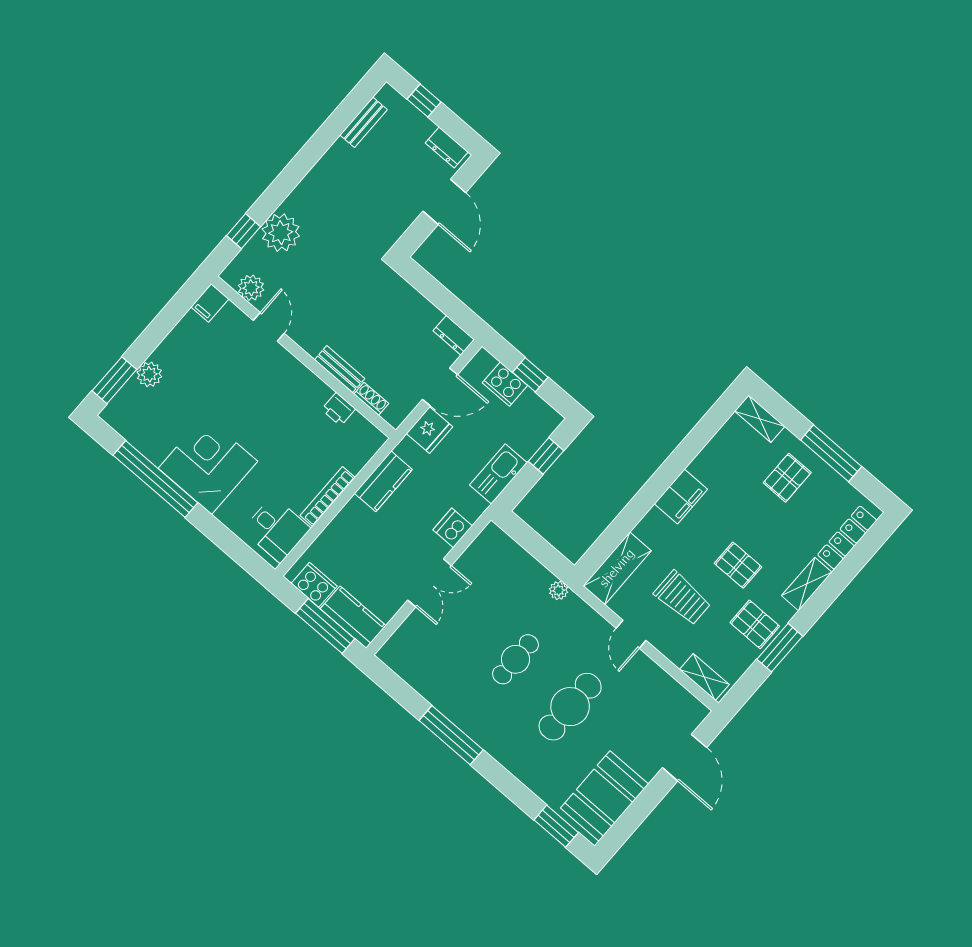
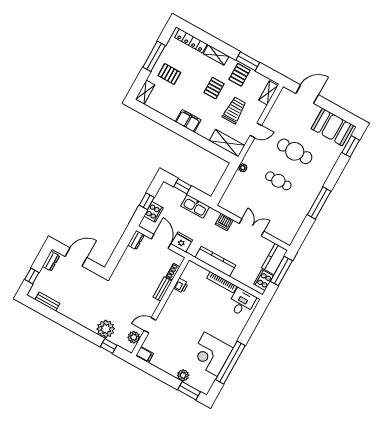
corner desk: (208, 465) -> (211, 354), moved
kitchen counter: (383, 481) -> (215, 261), width x1.50

